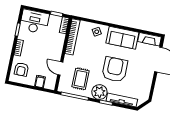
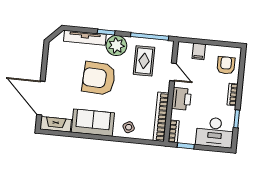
printer: (56, 48) -> (181, 99), added
armchair: (115, 69) -> (99, 78), turned 93

